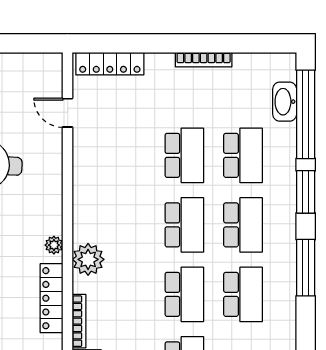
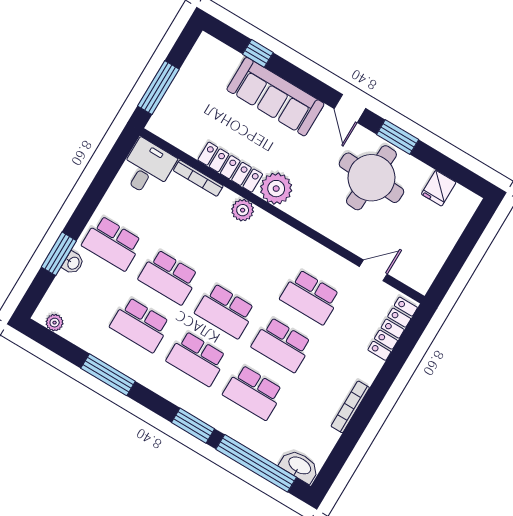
washbasin: (285, 102) -> (299, 466), moved
school desk: (126, 155) -> (310, 297), added
plant: (54, 245) -> (276, 189), width x1.87, depth x1.87
plant: (88, 259) -> (243, 210), width x0.73, depth x0.73
window: (306, 268) -> (108, 375), moved

